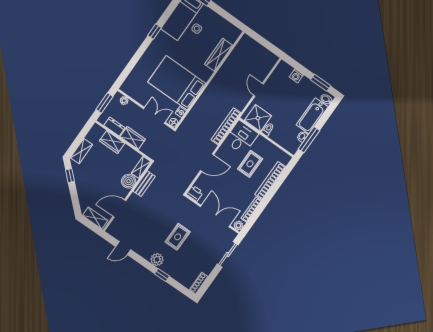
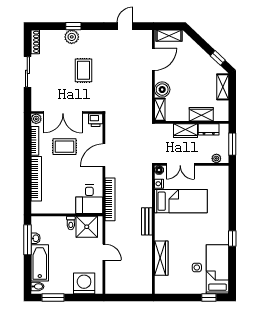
washing machine: (296, 76) -> (84, 283), width x1.89, depth x1.89
bed: (177, 83) -> (181, 201), width x0.67
rug: (250, 164) -> (65, 147), moved, turned 90
bench: (144, 184) -> (147, 221), moved
sliding door: (228, 254) -> (27, 72), moved
plant: (157, 260) -> (72, 37), moved

